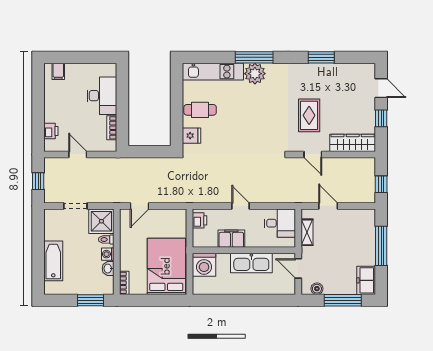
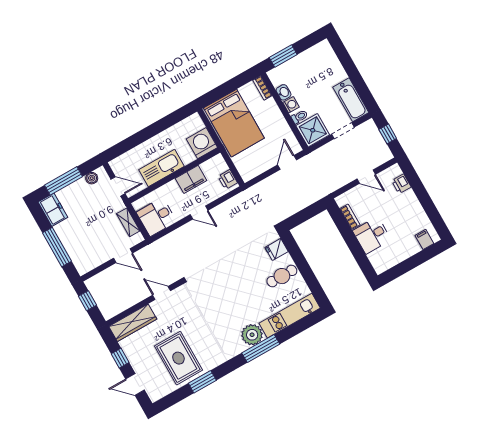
desk: (102, 96) -> (372, 235), width x0.73
rug: (309, 115) -> (178, 358), moved, width x1.36, depth x1.43
bathtub: (53, 261) -> (351, 100), moved

